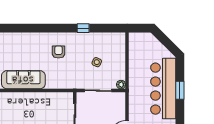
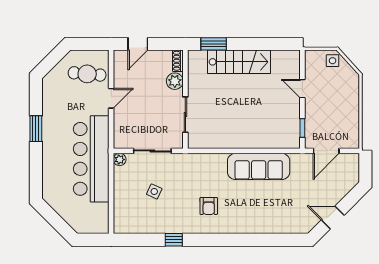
bar counter: (163, 89) -> (91, 159), moved, turned 180
window: (180, 90) -> (36, 129), moved

